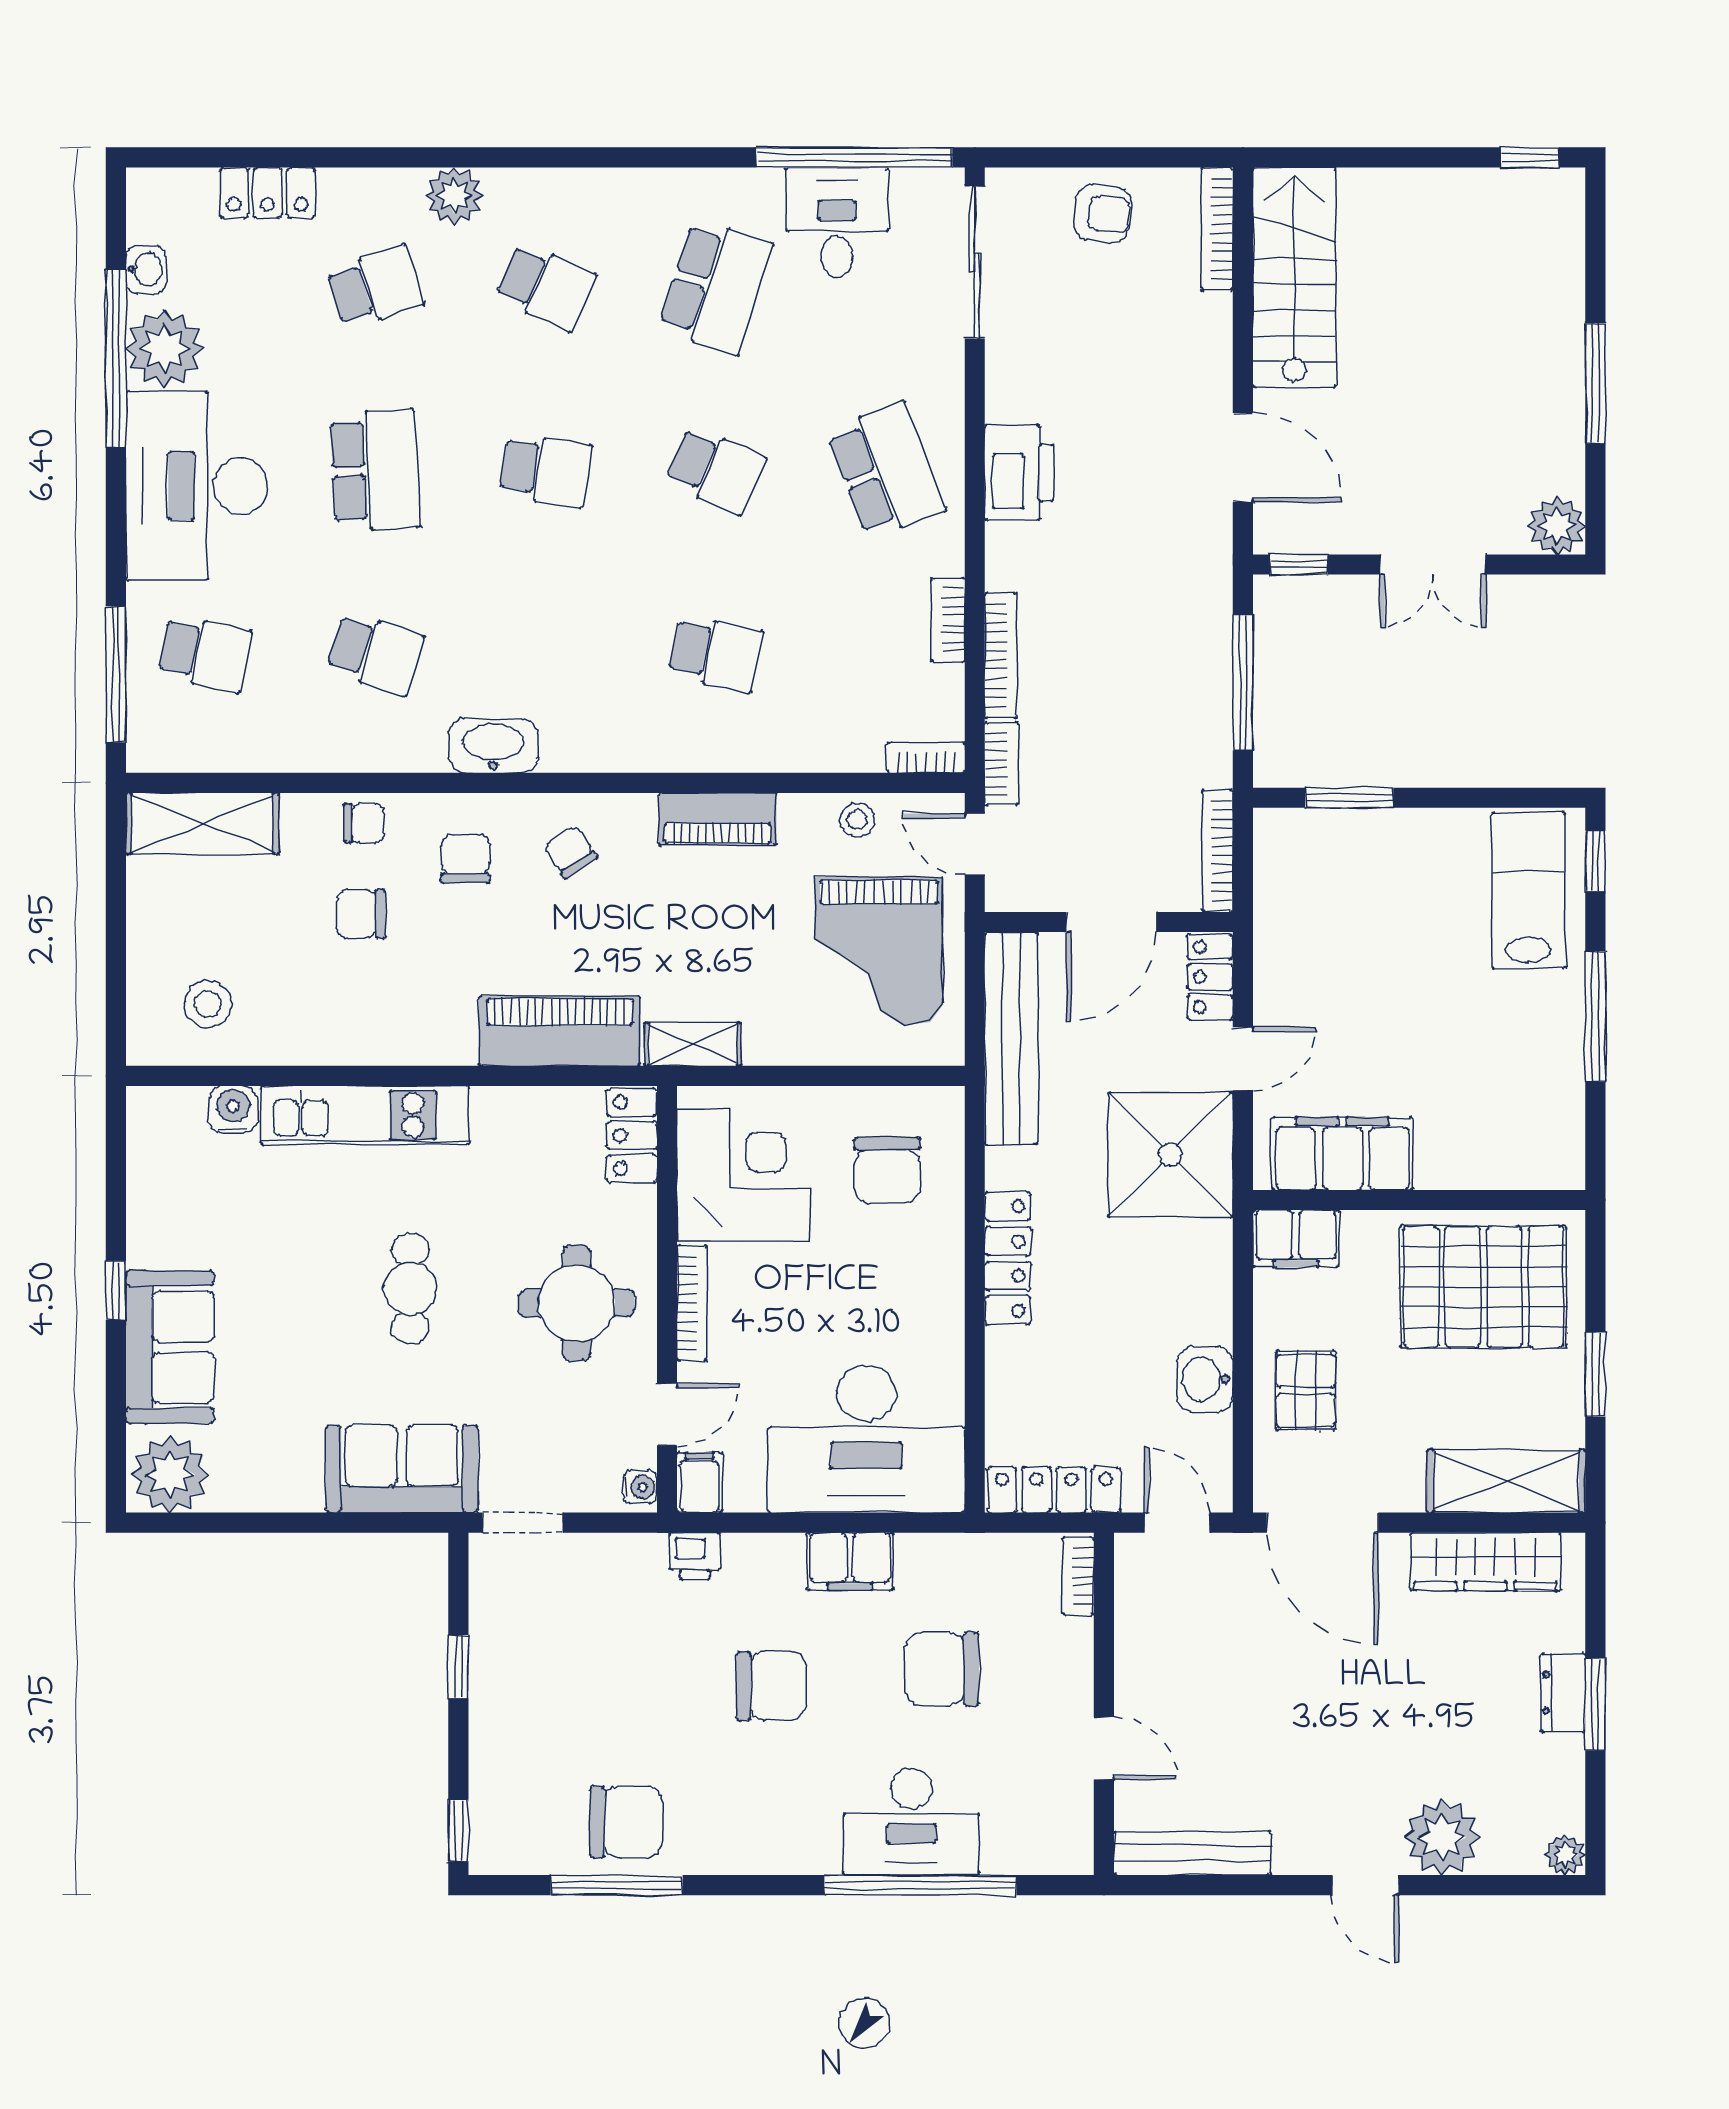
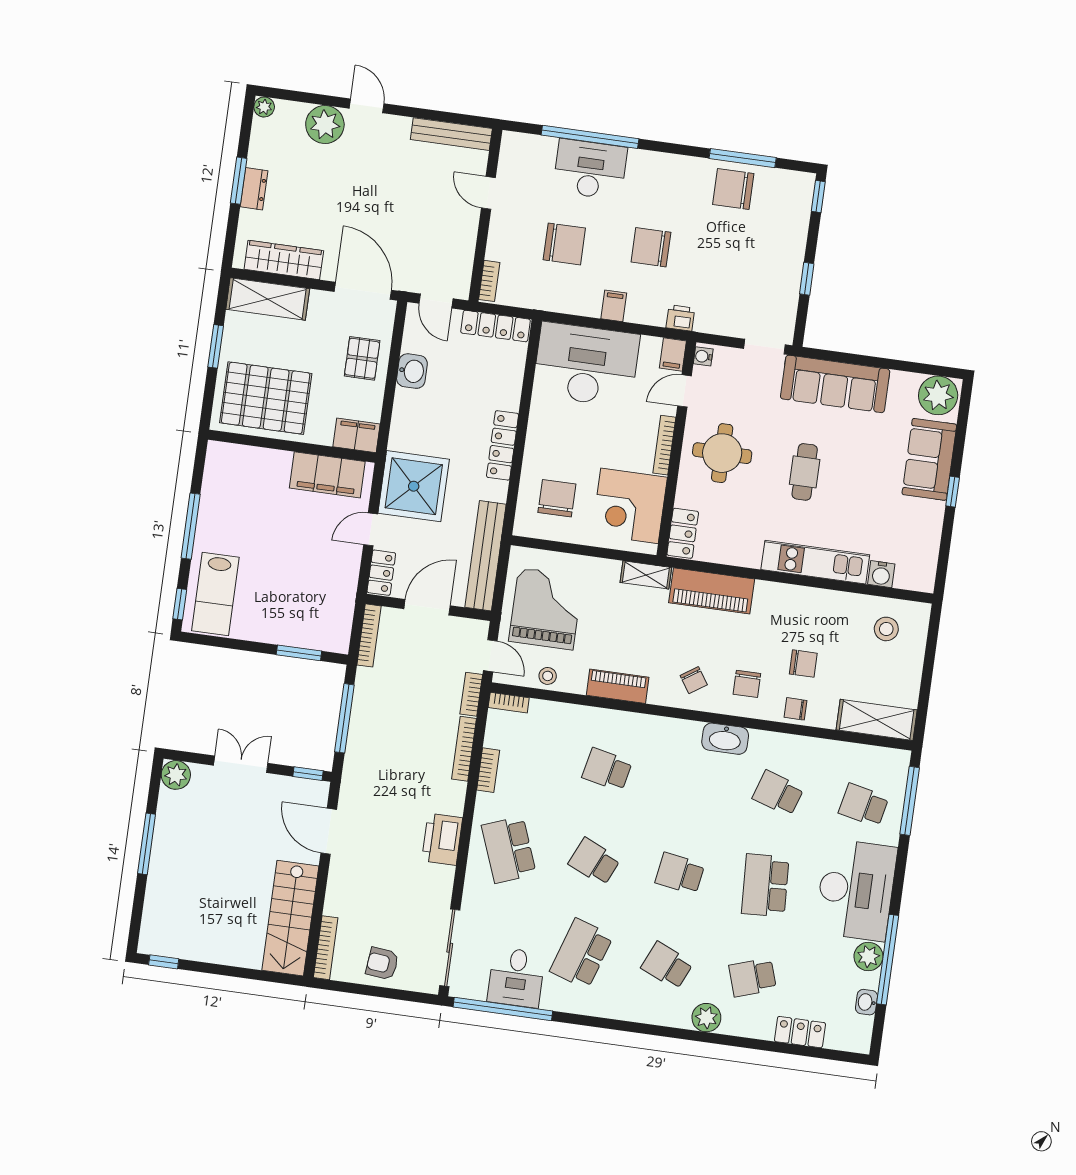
plant: (164, 349) -> (868, 957), width x0.73, depth x0.73
sofa: (402, 1469) -> (835, 384), width x1.36
filing cabinet: (850, 1561) -> (614, 306), width x0.50

